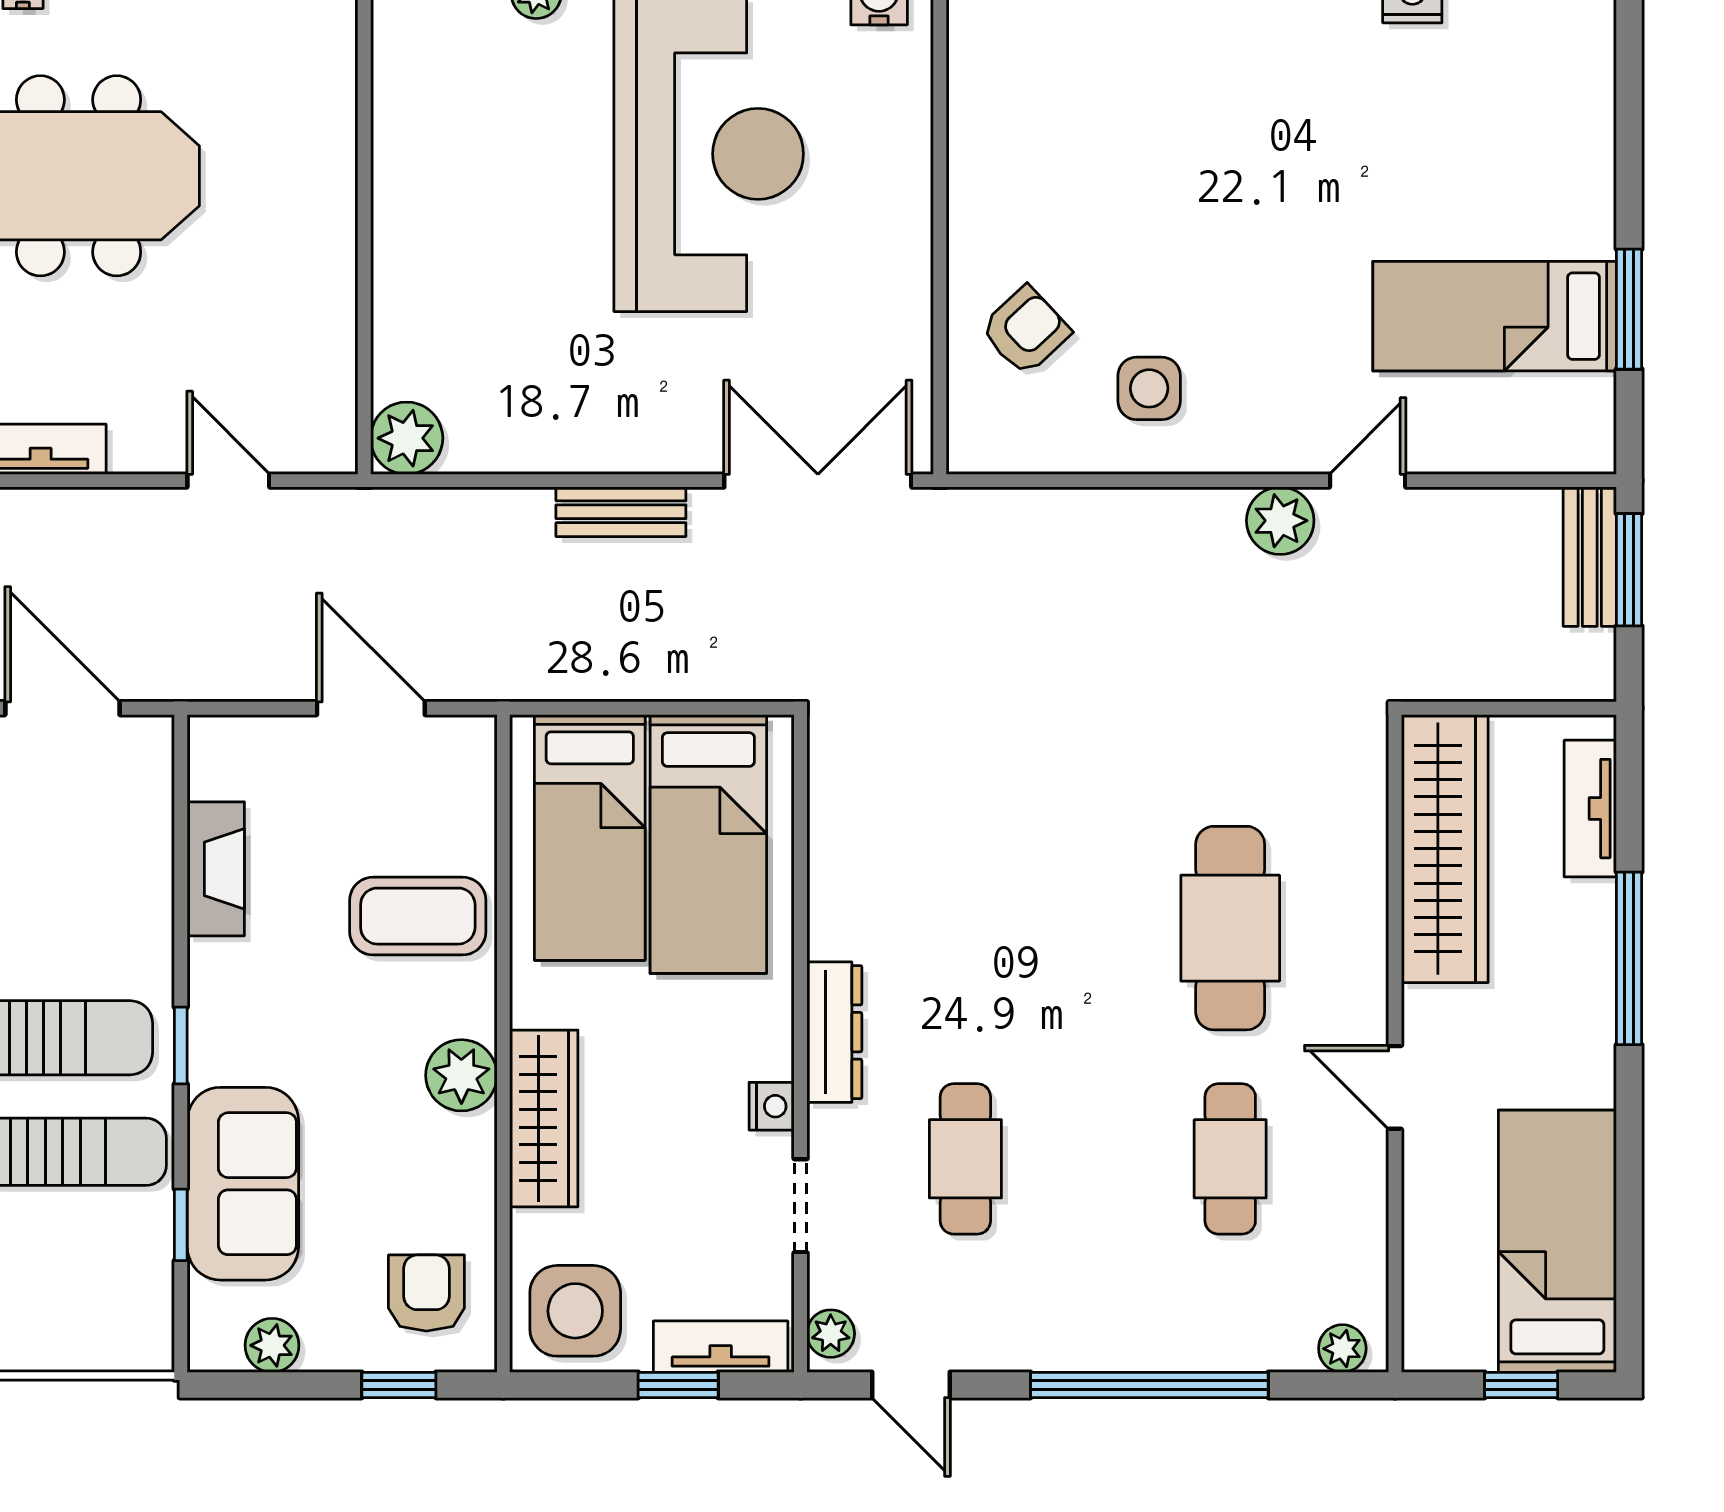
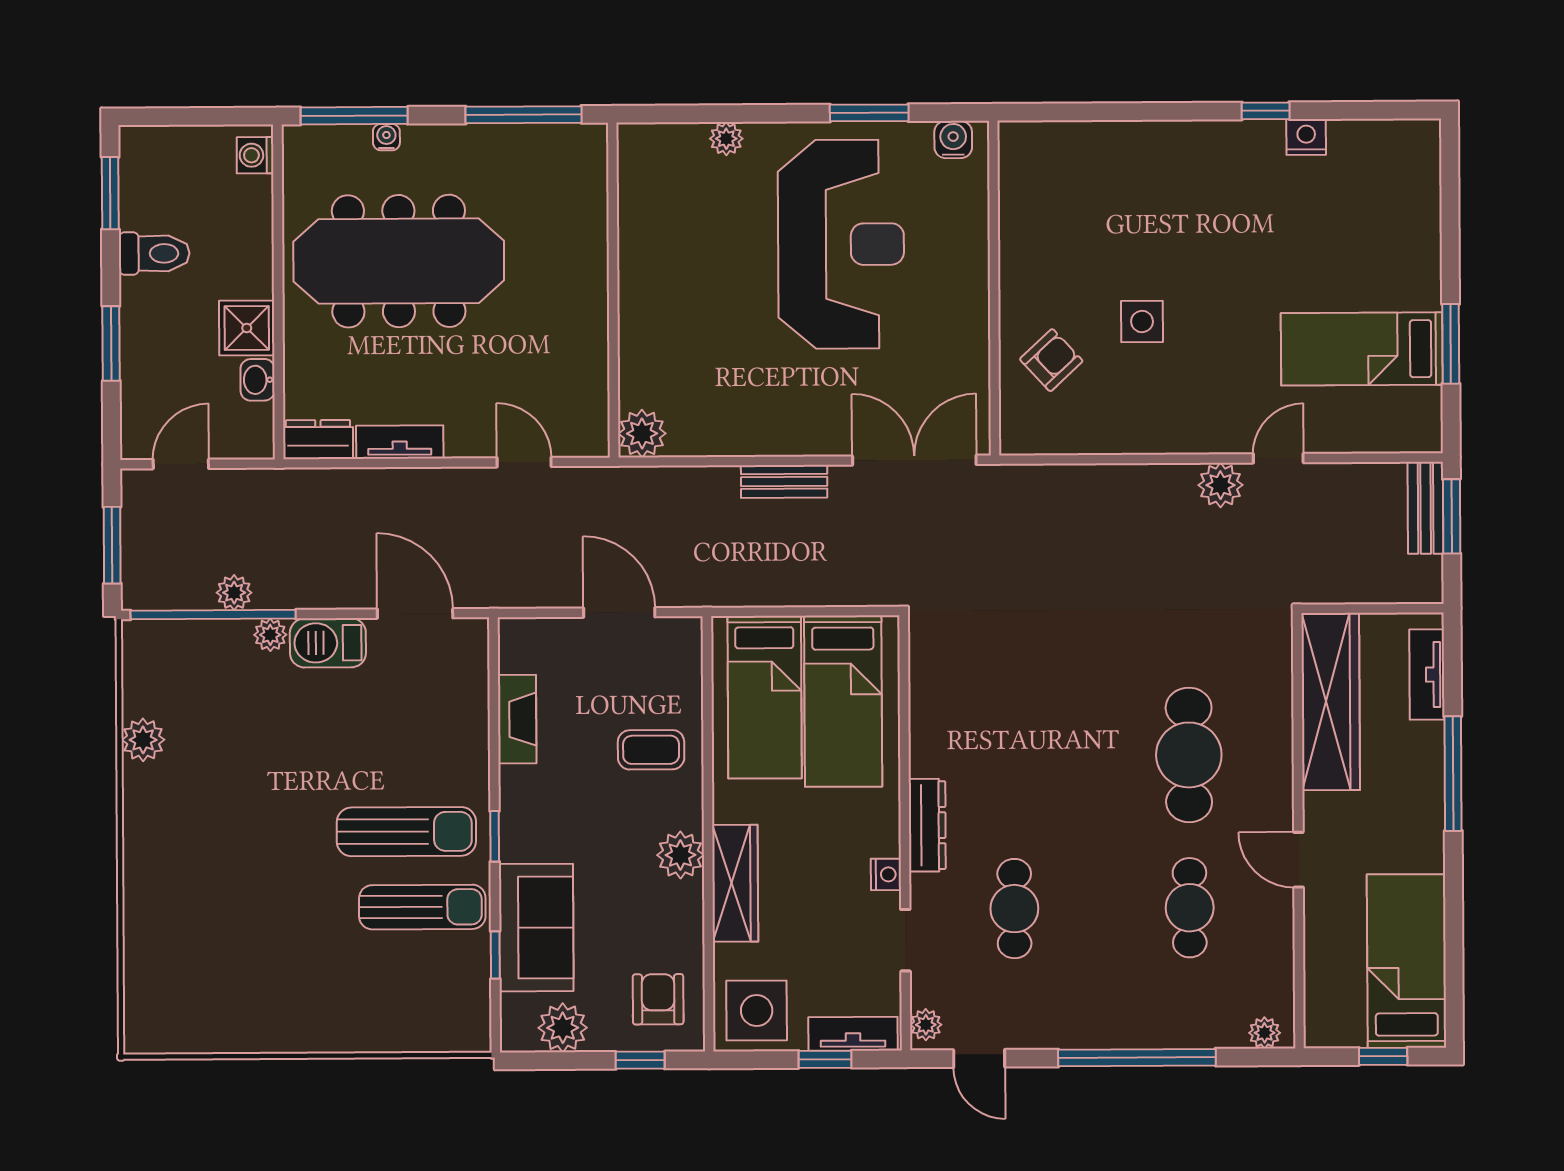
side table: (1149, 388) -> (1142, 322), moved
coffee table: (418, 916) -> (651, 750), width x0.73, depth x0.77
plant: (272, 1345) -> (563, 1028), width x1.38, depth x1.38

